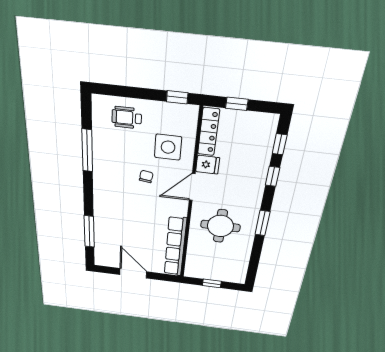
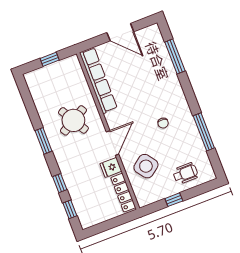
window: (177, 97) -> (174, 200), moved
window: (237, 104) -> (115, 222), removed
side table: (168, 147) -> (146, 166), turned -37
chair: (146, 177) -> (163, 123), moved
round table: (220, 226) -> (73, 120), turned -30

